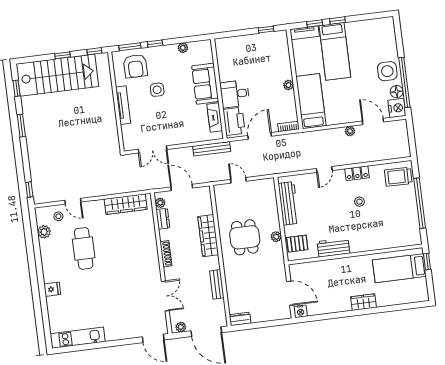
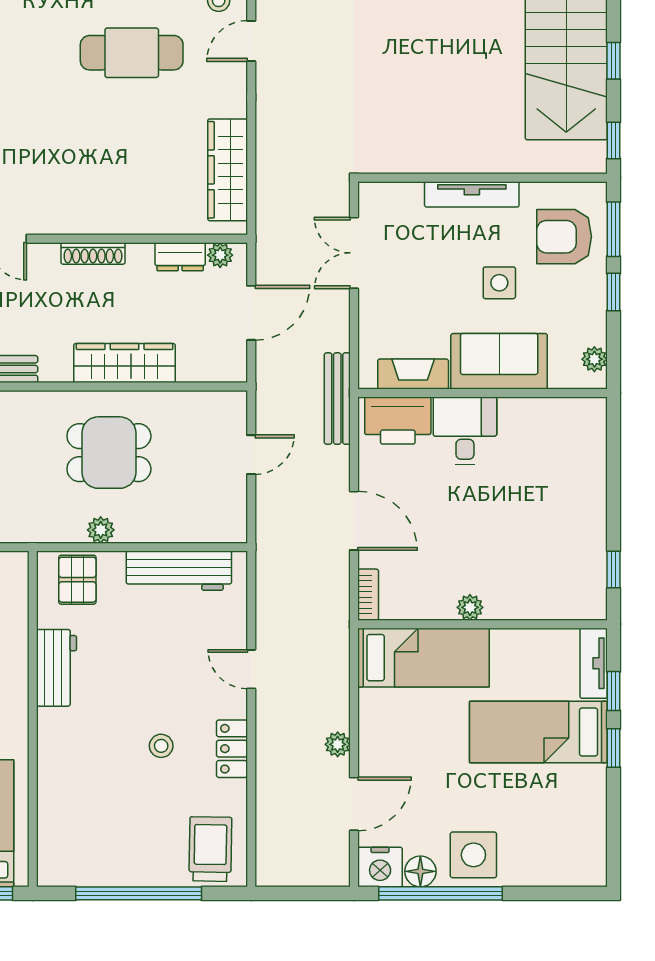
sofa: (205, 84) -> (499, 361), moved
wall: (219, 89) -> (482, 393), moved
desk: (235, 94) -> (465, 431), moved
fireplace: (215, 118) -> (413, 374), moved
printer: (234, 121) -> (398, 420), moved

